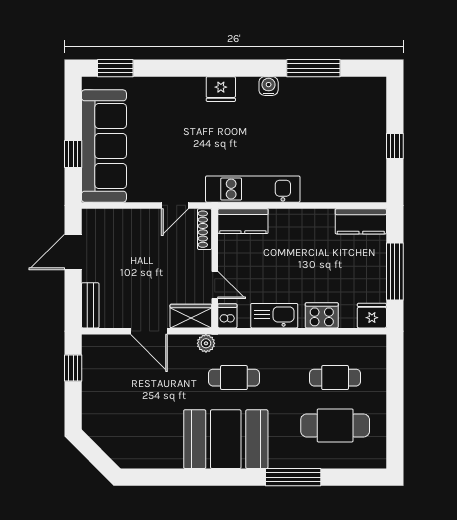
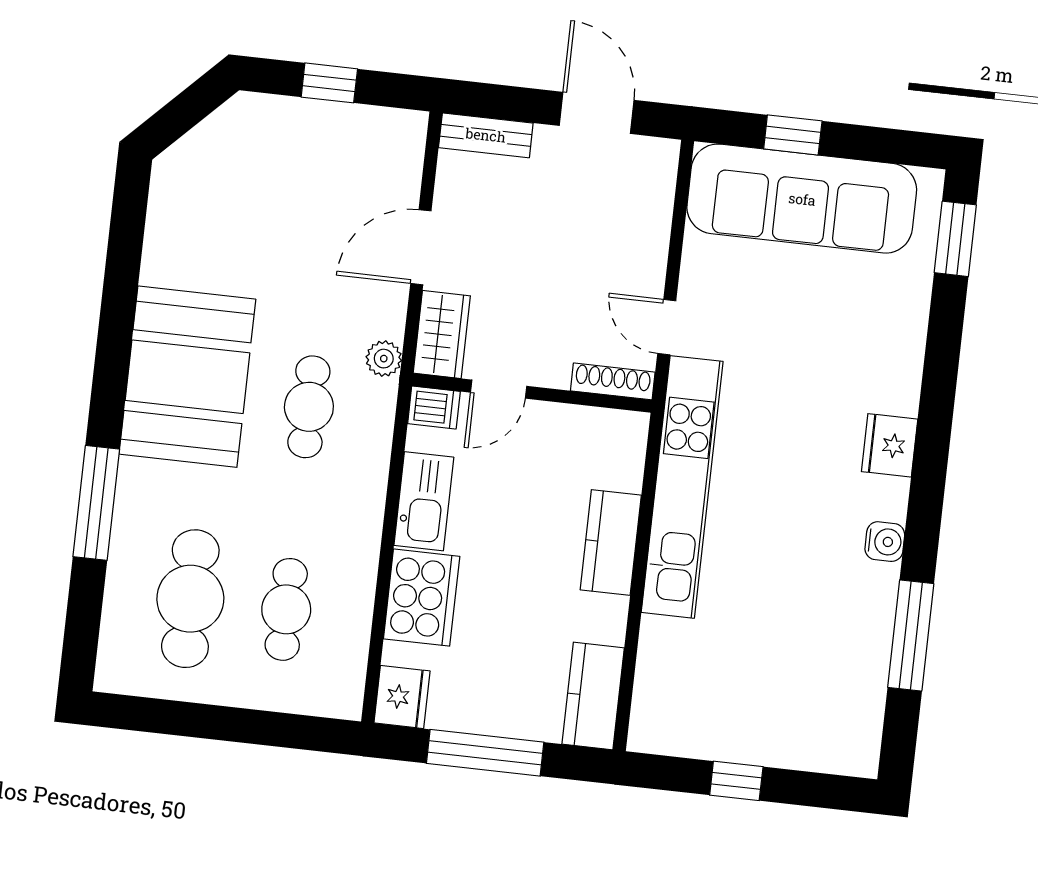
kitchen unit: (253, 189) -> (682, 487), width x1.36
kitchen counter: (243, 221) -> (611, 542), moved
cooker: (322, 315) -> (422, 598), width x1.37, depth x1.31
window: (73, 368) -> (329, 83), moved

